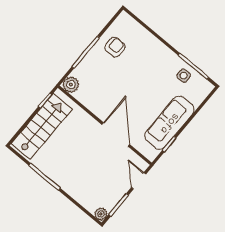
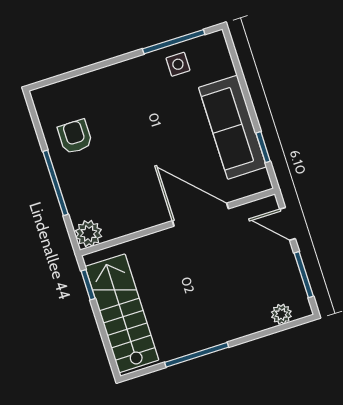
plant: (101, 214) -> (281, 314), moved

